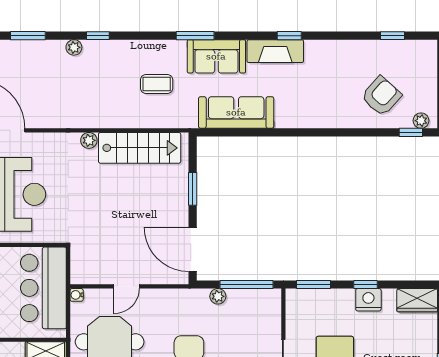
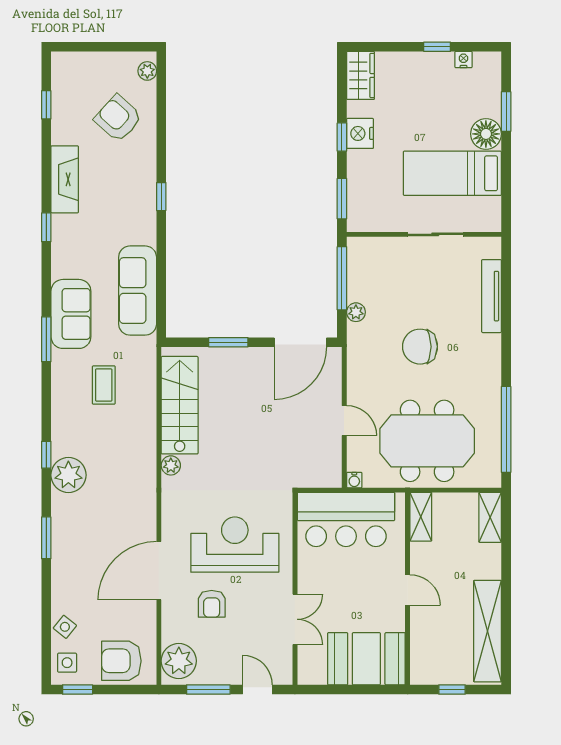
plant: (74, 47) -> (68, 475), width x1.88, depth x1.88
fireplace: (275, 51) -> (65, 179), moved
window: (411, 132) -> (161, 197), moved

